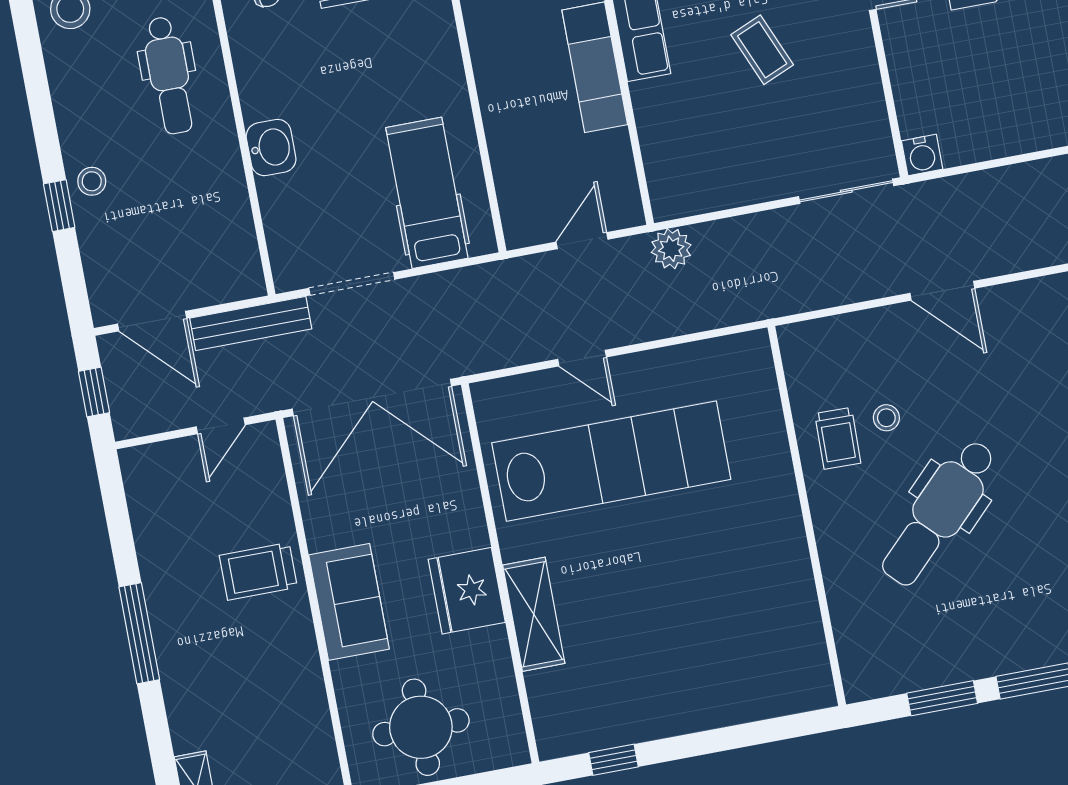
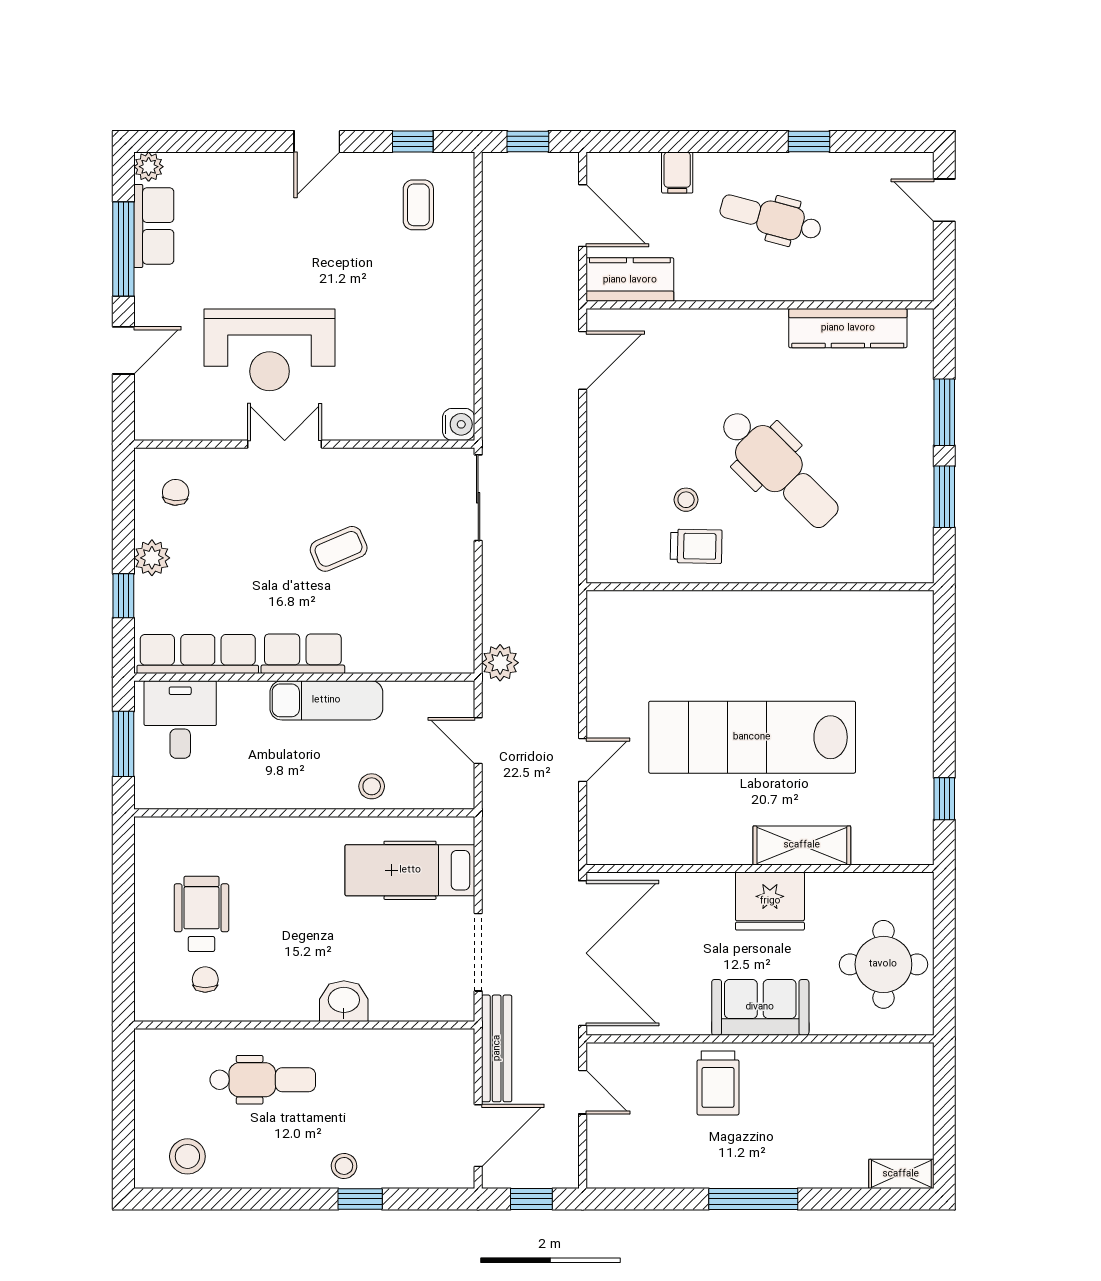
stool: (510, 134) -> (372, 786), added
door: (942, 291) -> (583, 360), moved
lab bench: (611, 461) -> (752, 737), moved, turned -90

